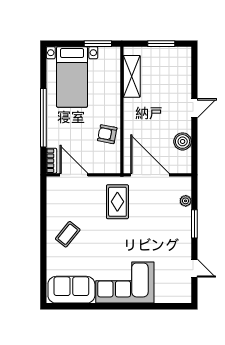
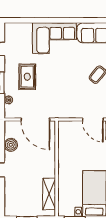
armchair: (107, 134) -> (68, 150), removed
rug: (117, 202) -> (27, 77), moved

